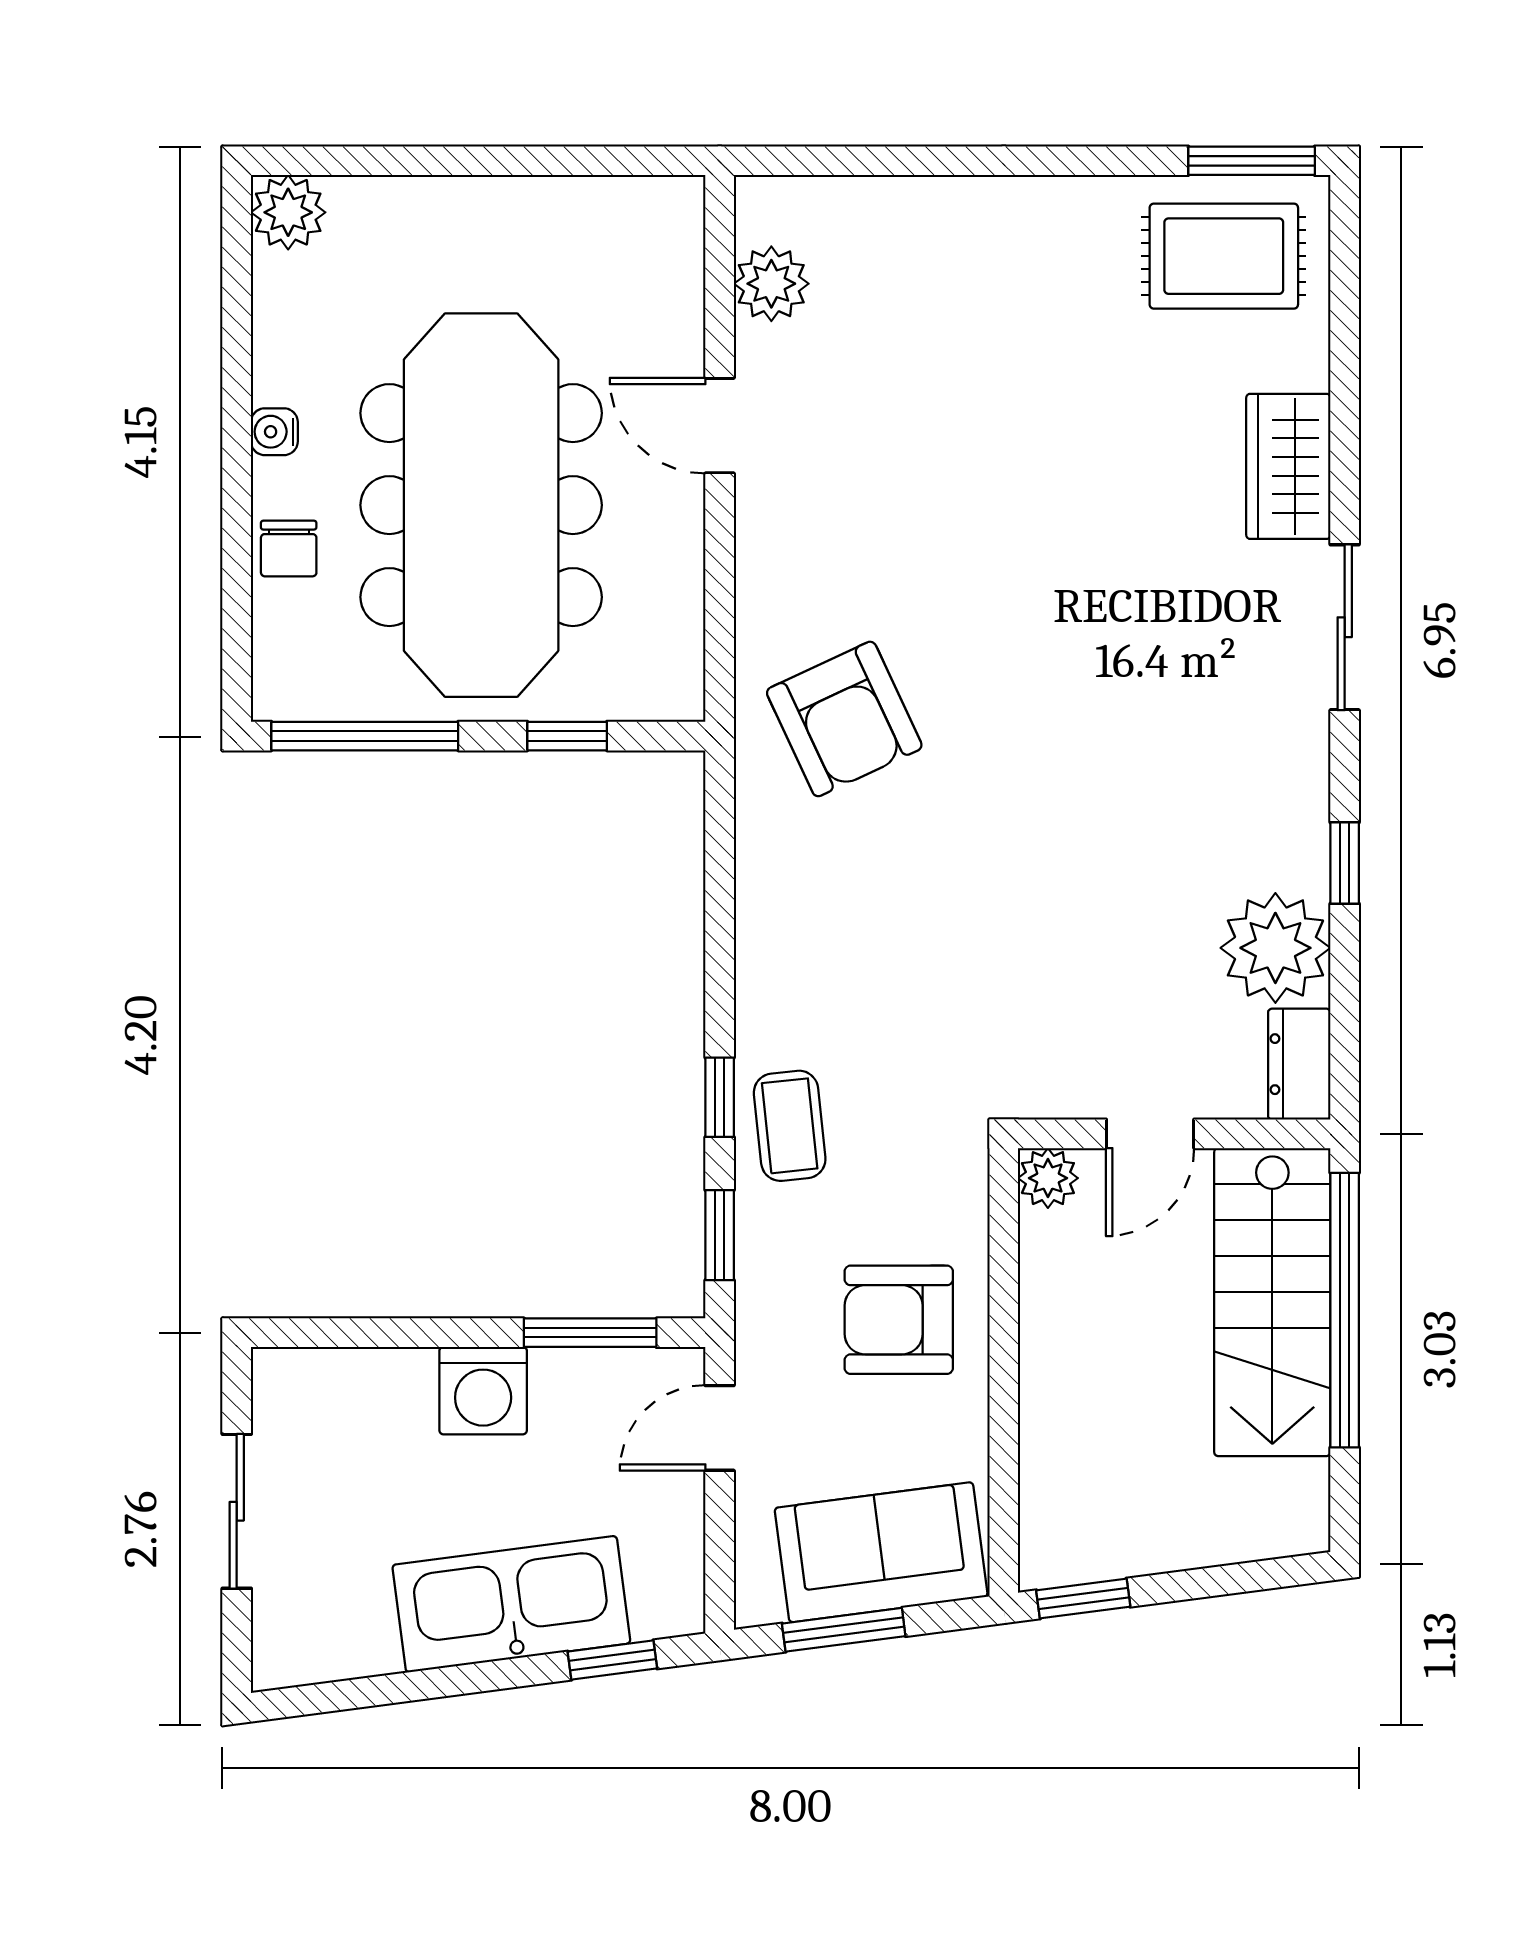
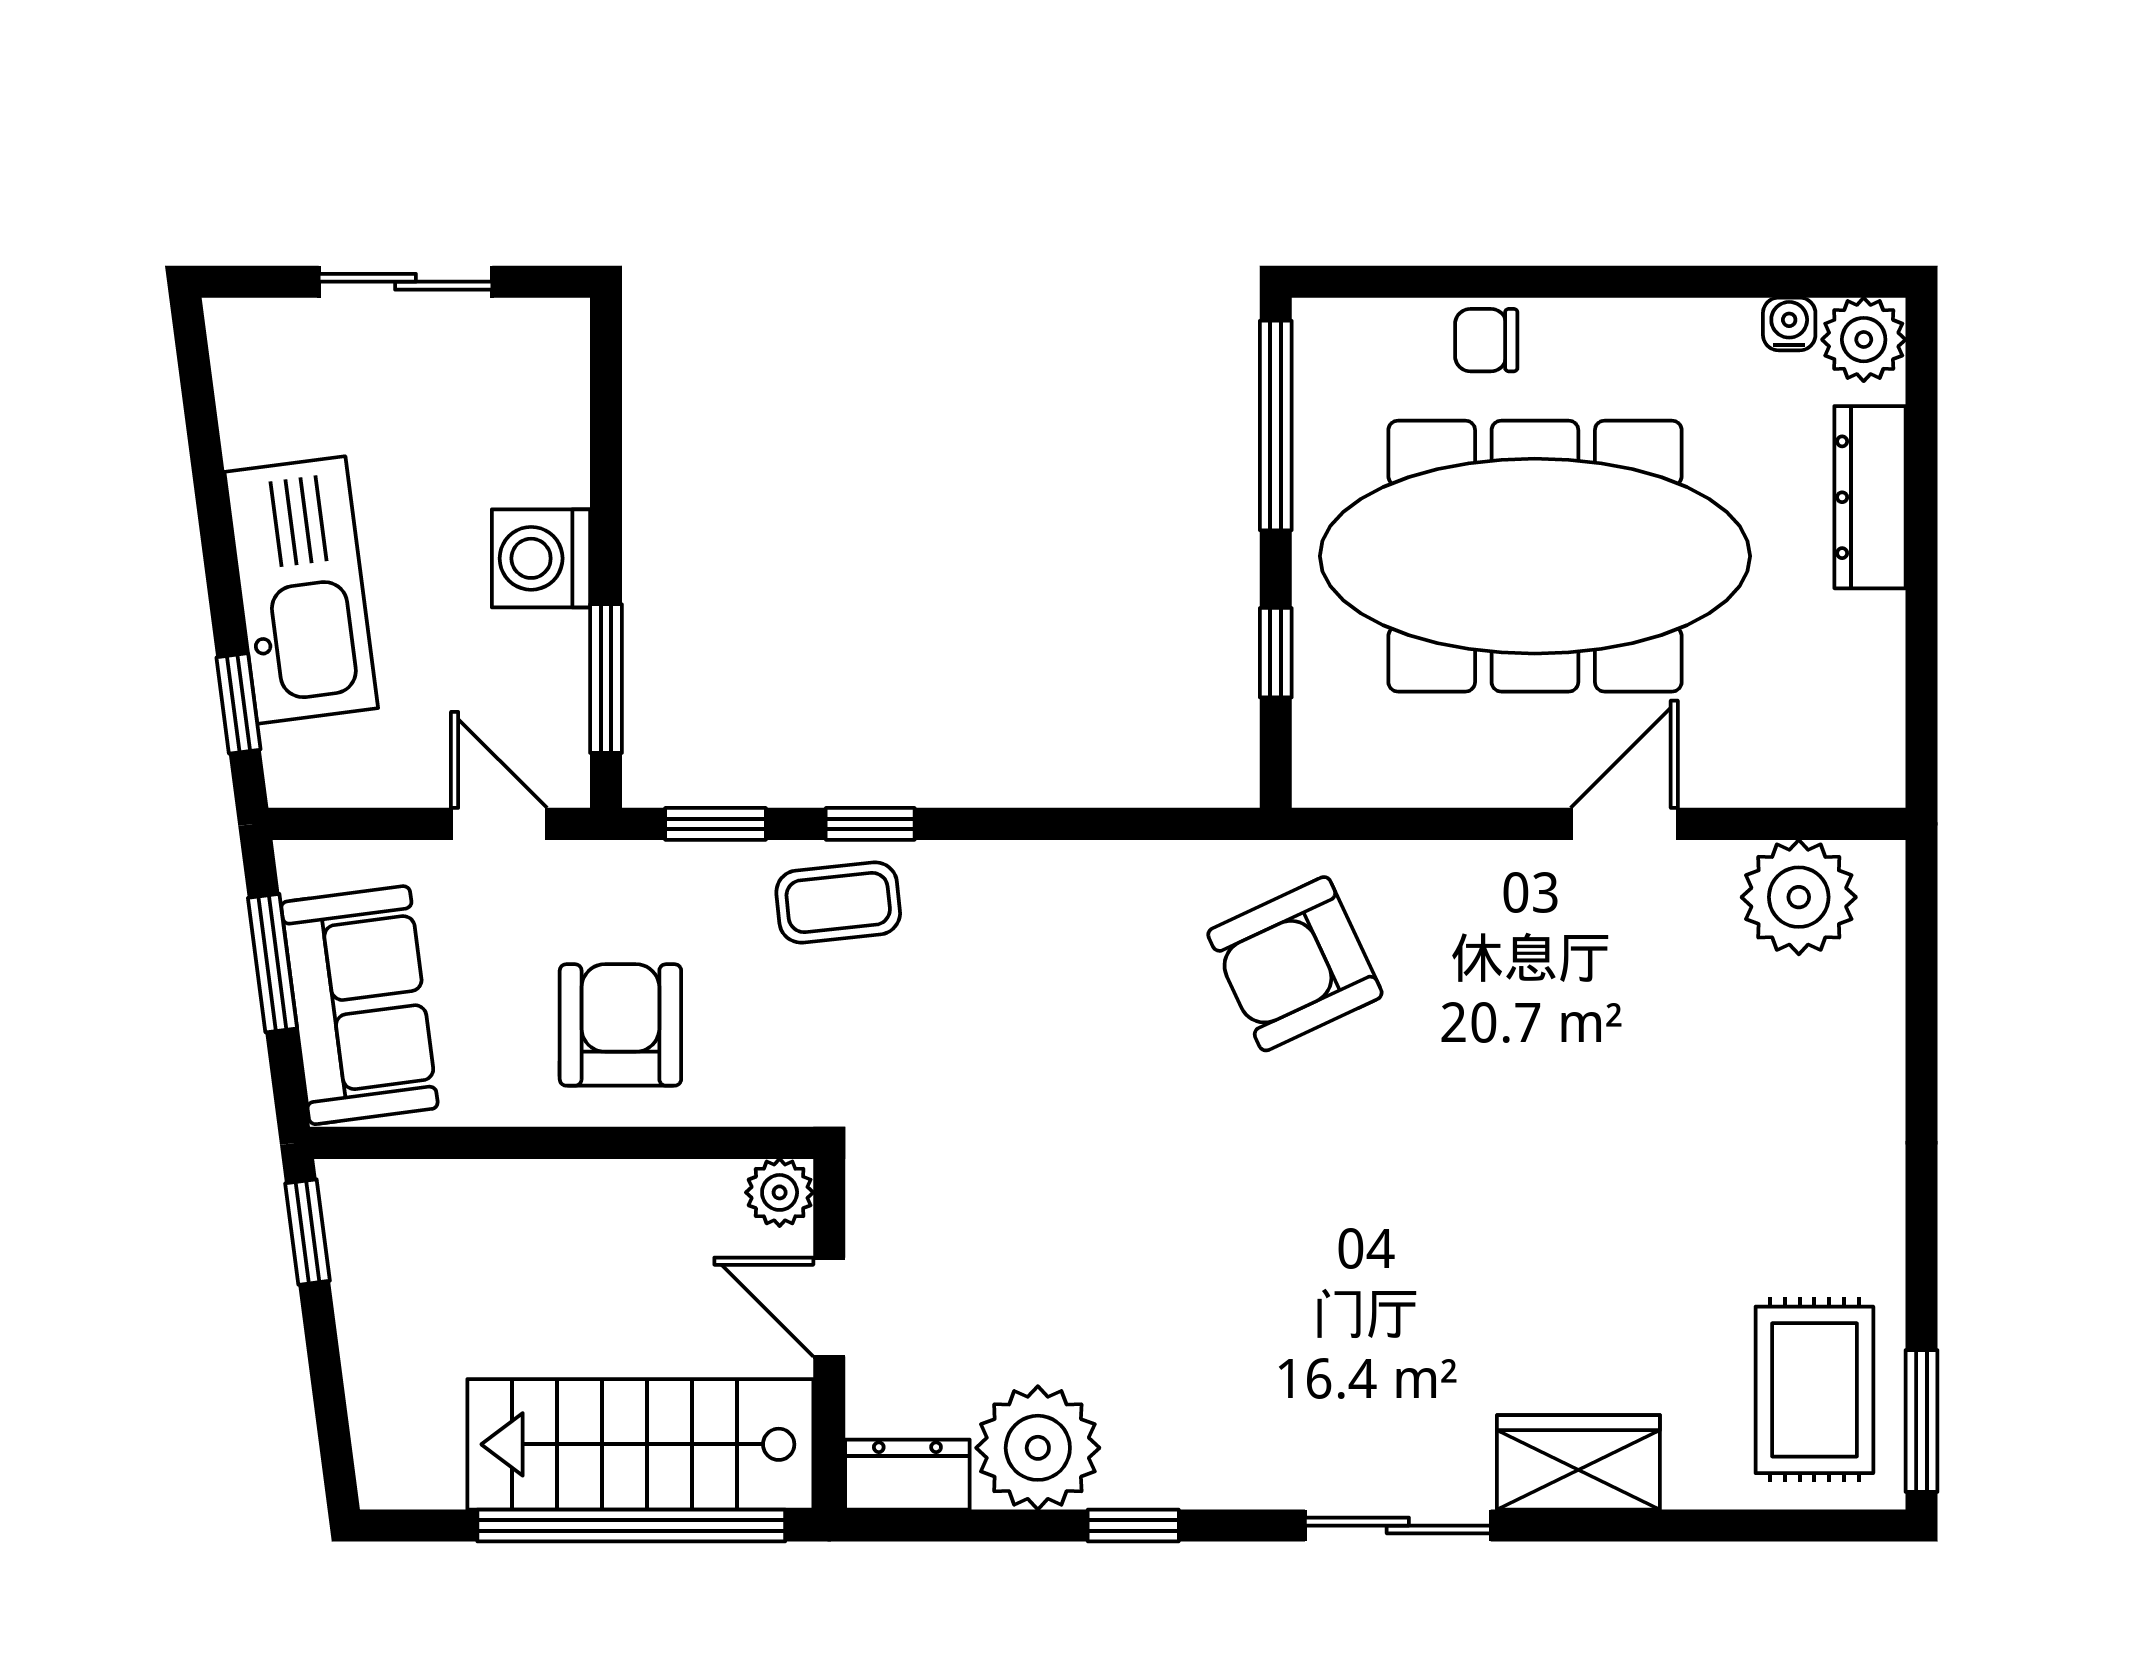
dresser: (429, 207) -> (1870, 497), added
plant: (771, 284) -> (1799, 897), width x1.36, depth x1.36
water cooler: (274, 432) -> (1789, 324), moved

